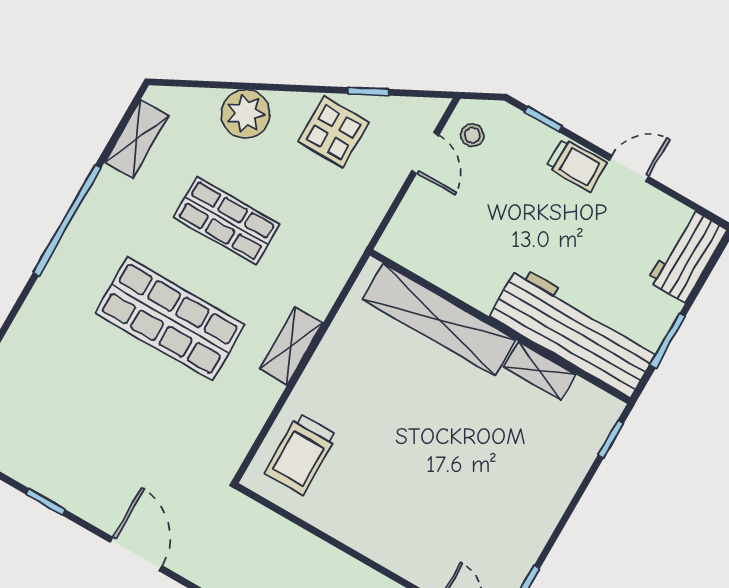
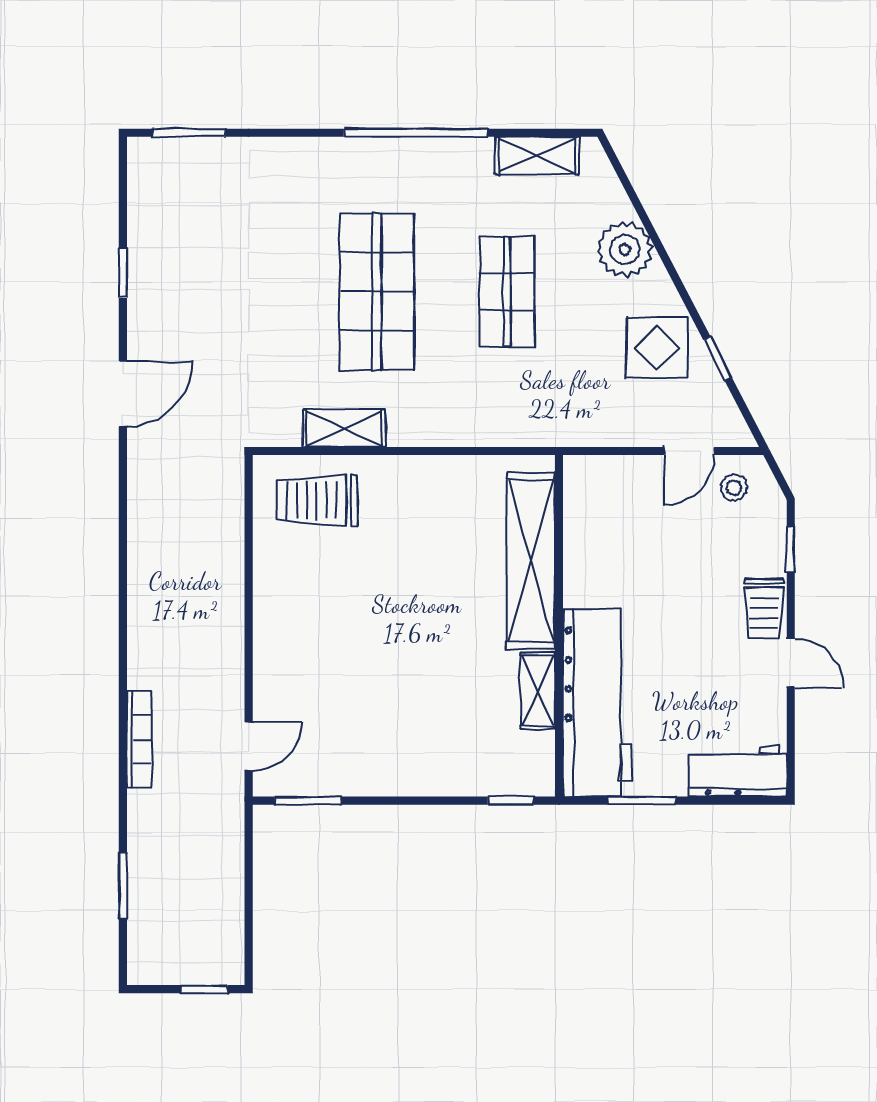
shelving: (291, 346) -> (344, 428), moved

